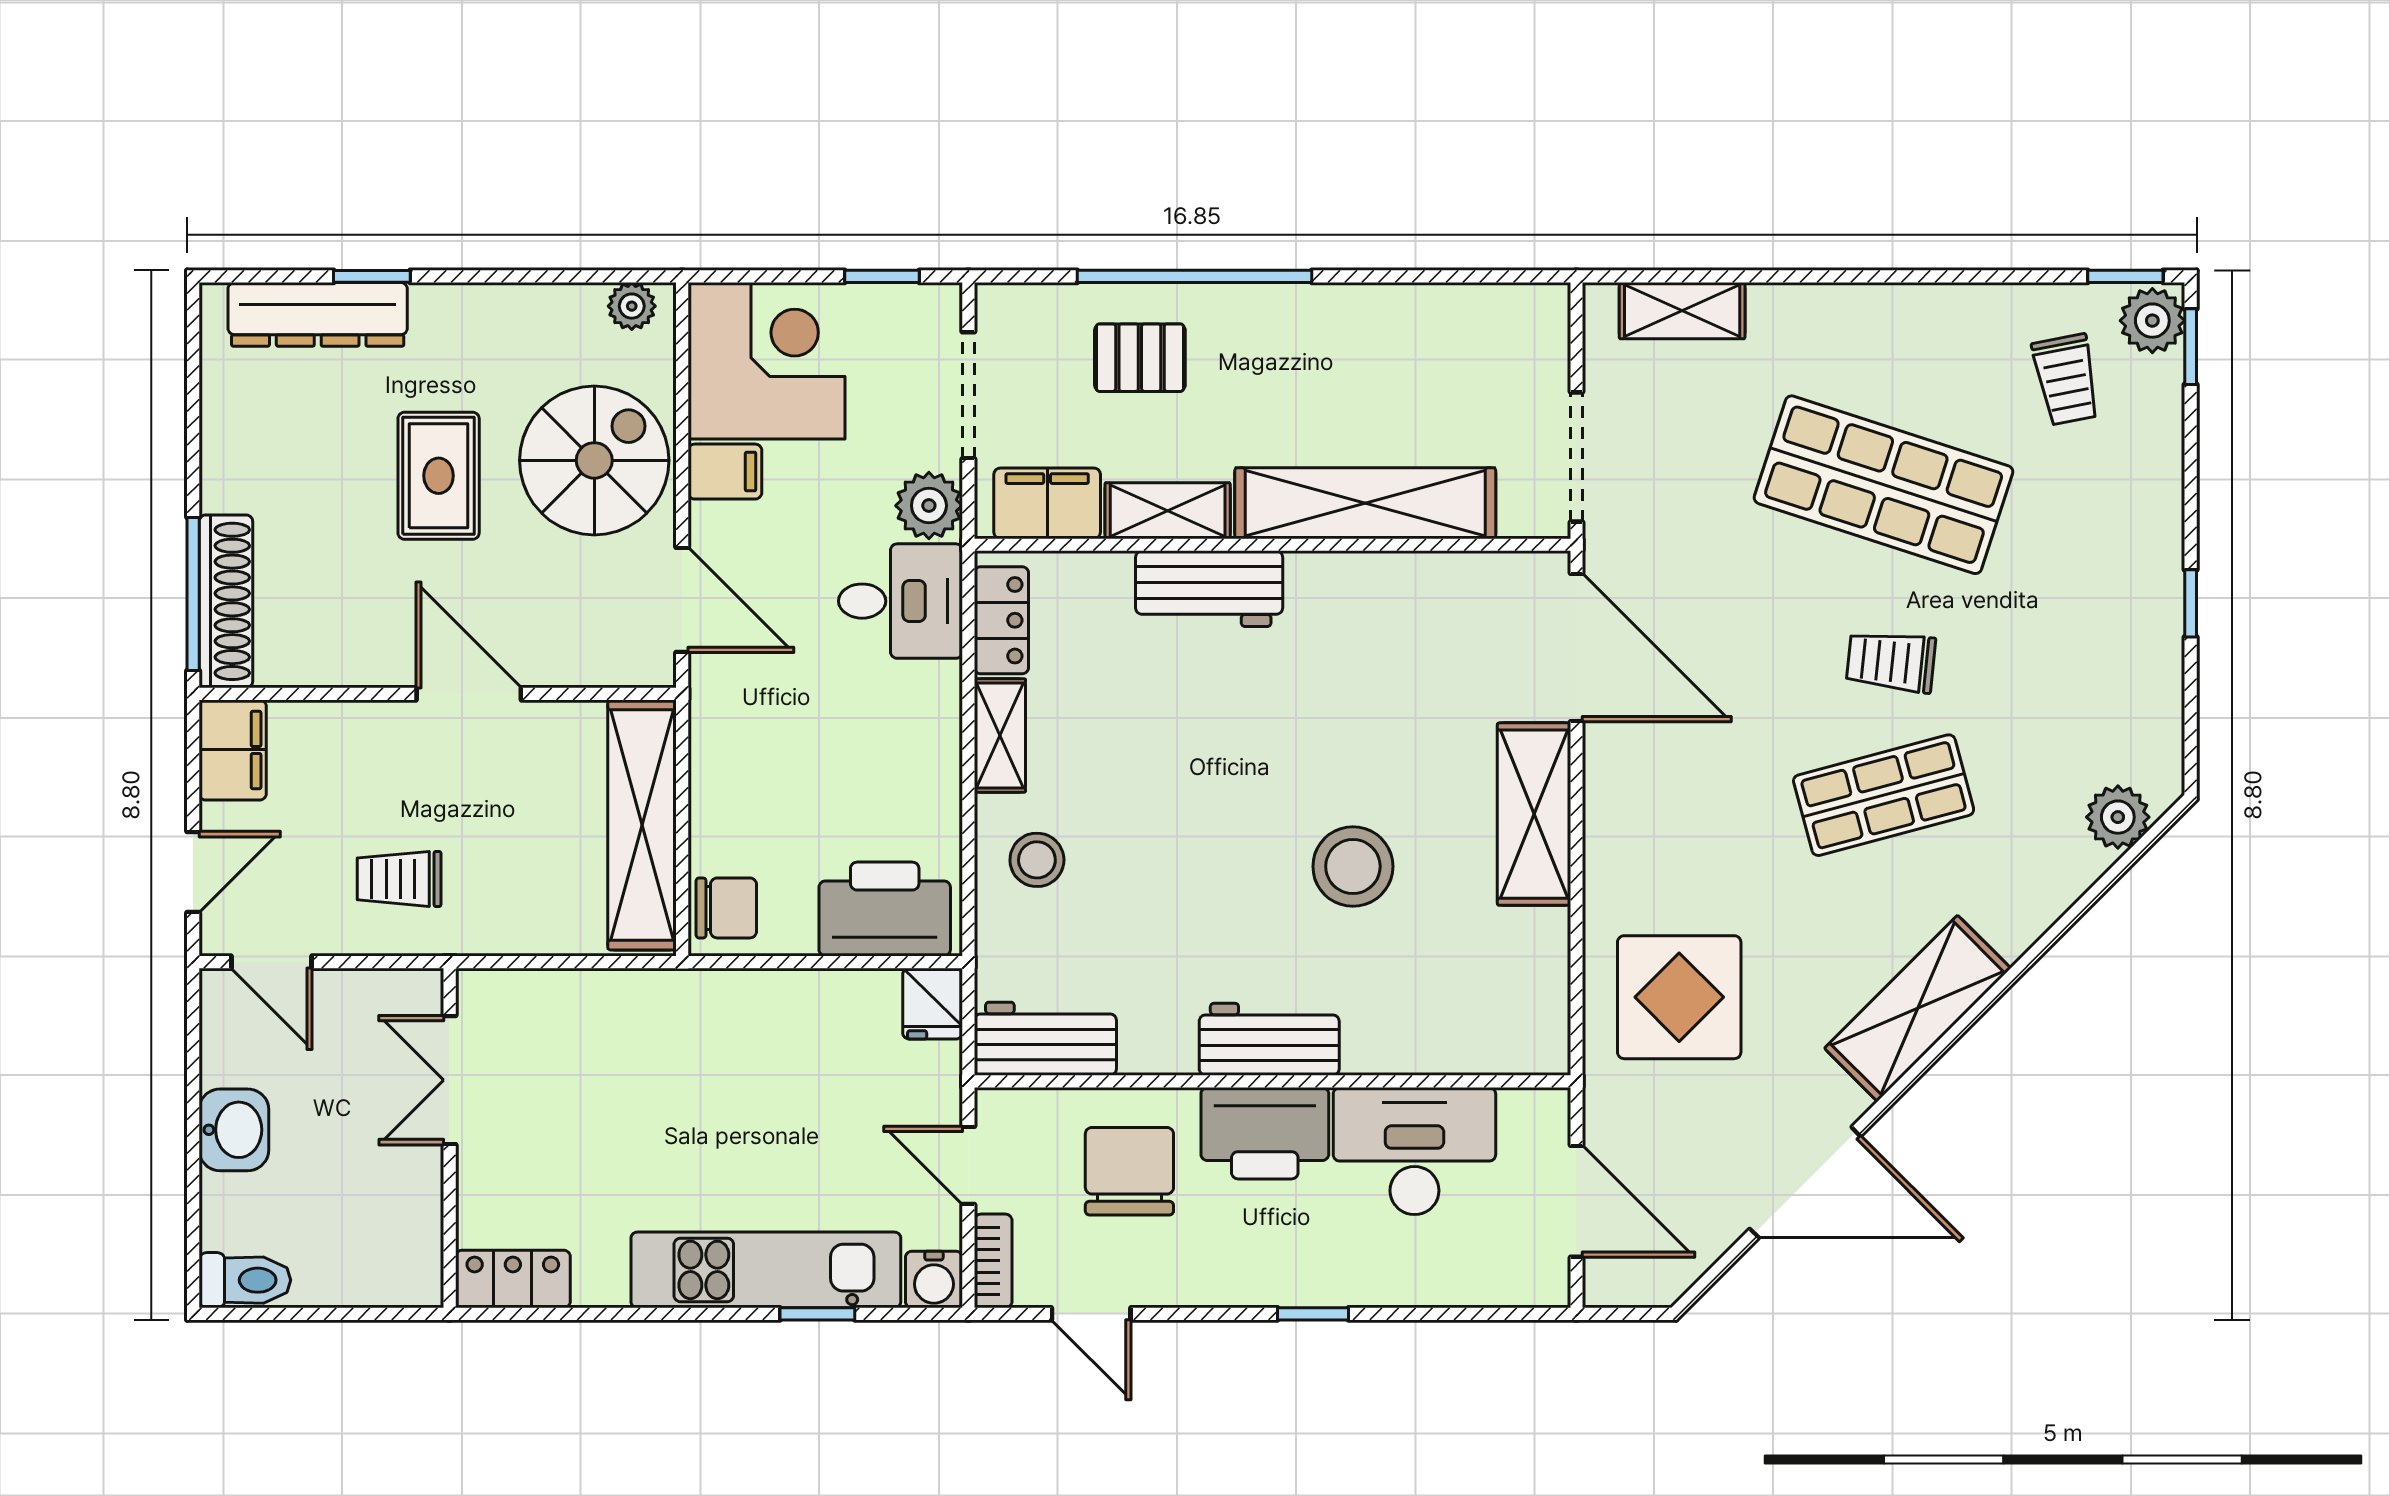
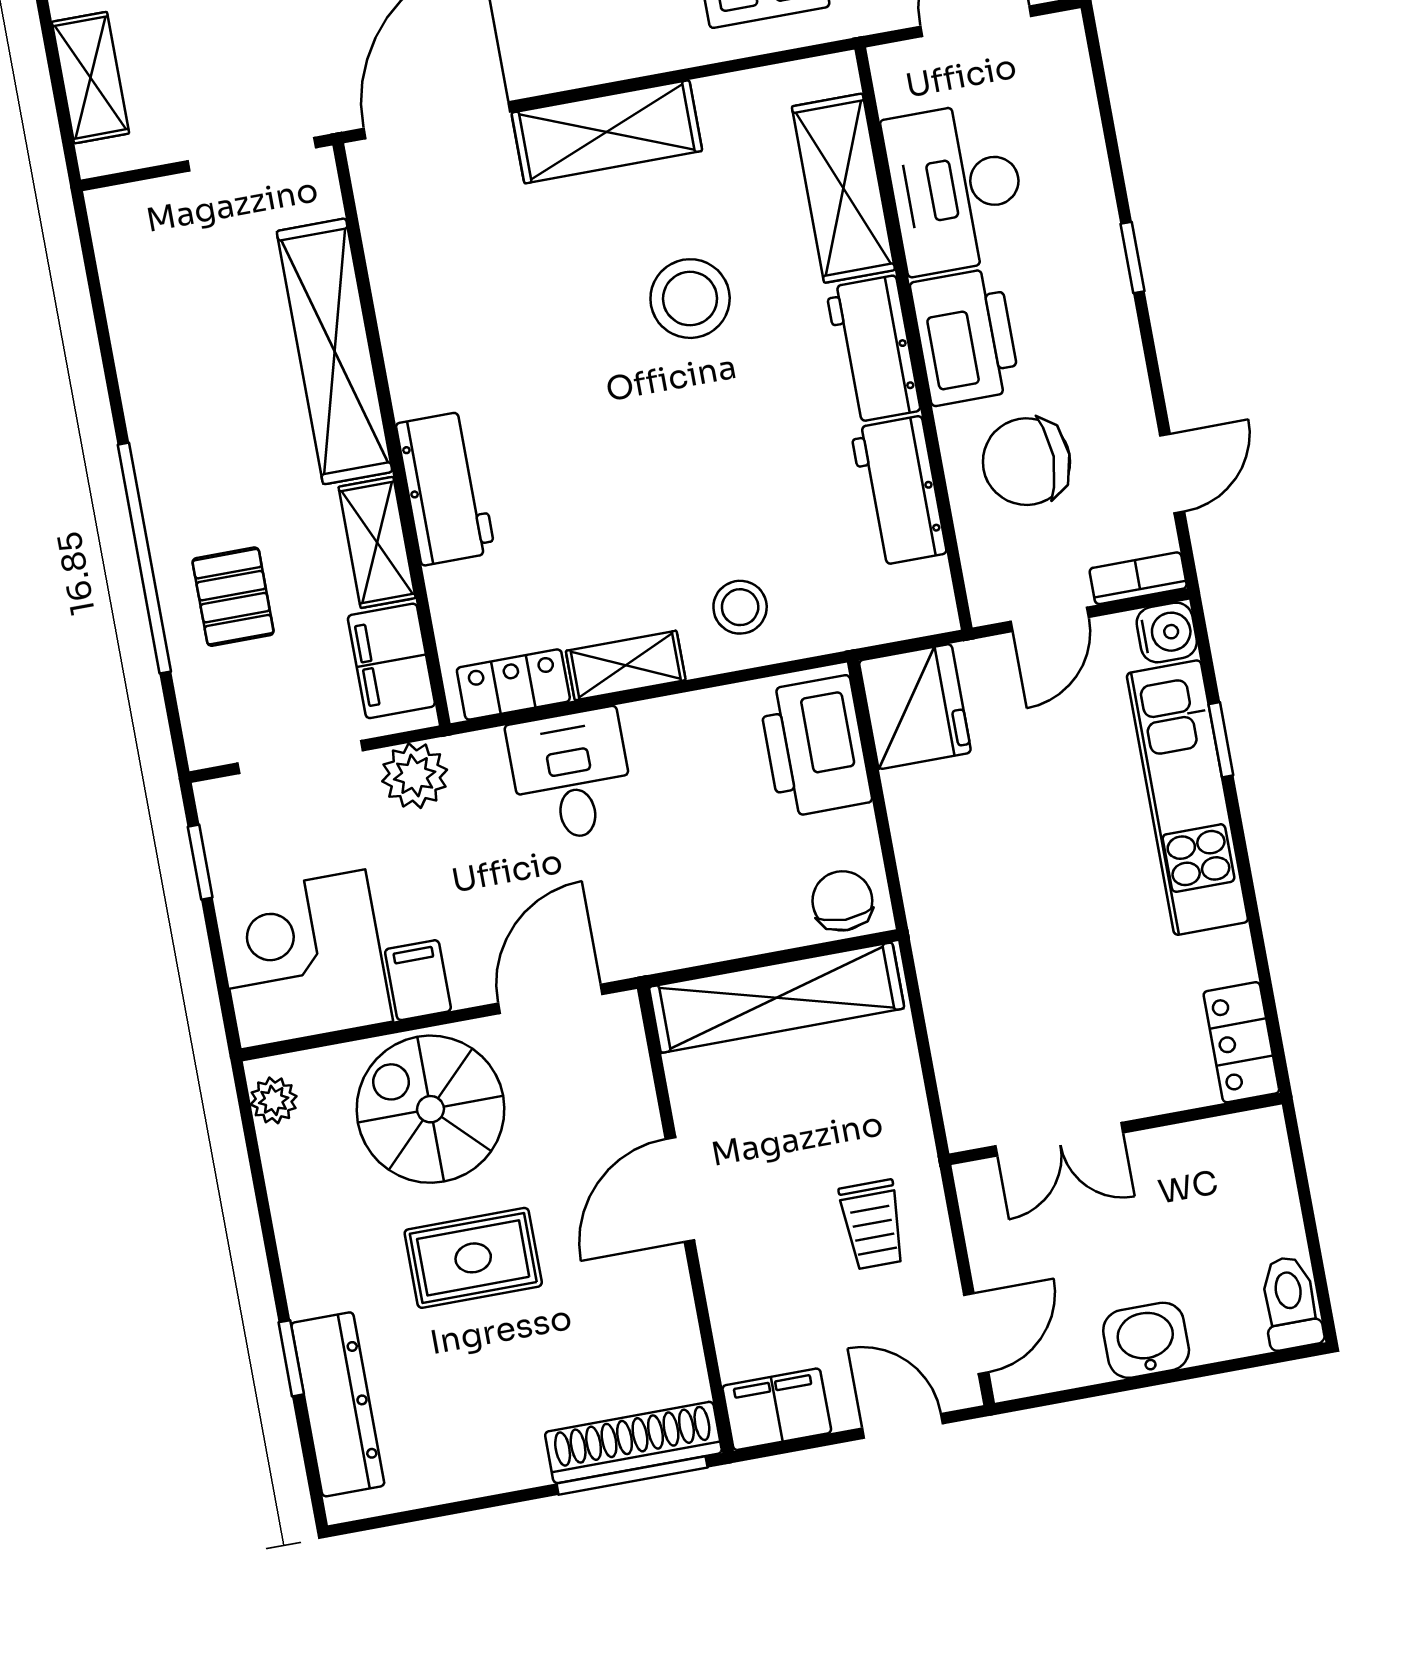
desk: (900, 601) -> (571, 775), moved
fridge: (933, 1004) -> (915, 707), width x1.88, depth x1.34
workbench: (1045, 1039) -> (899, 491), moved
shelving: (1435, 1039) -> (843, 188), added

